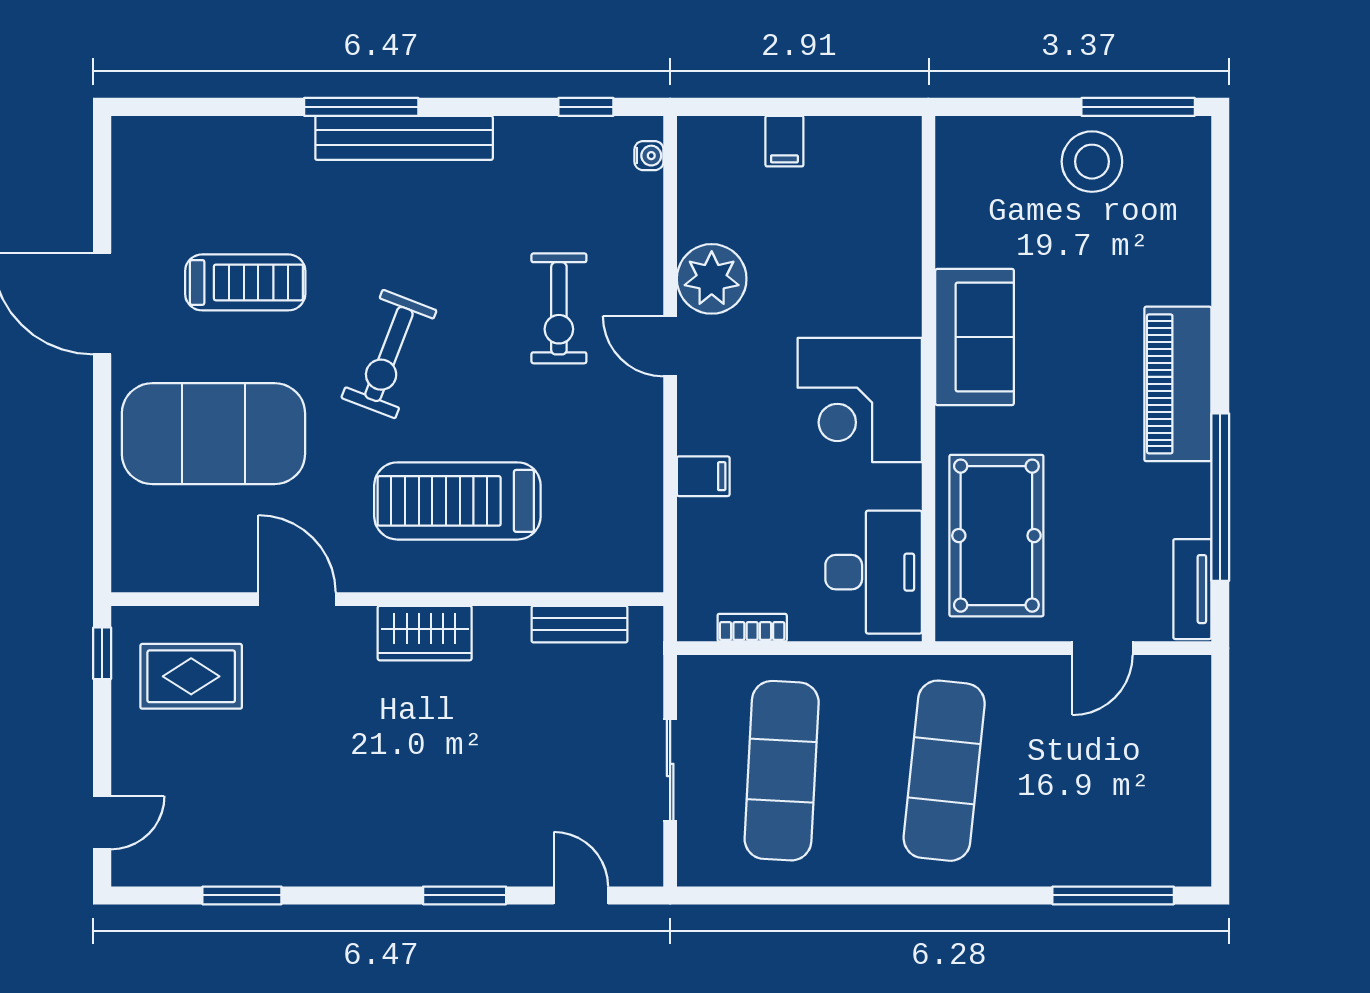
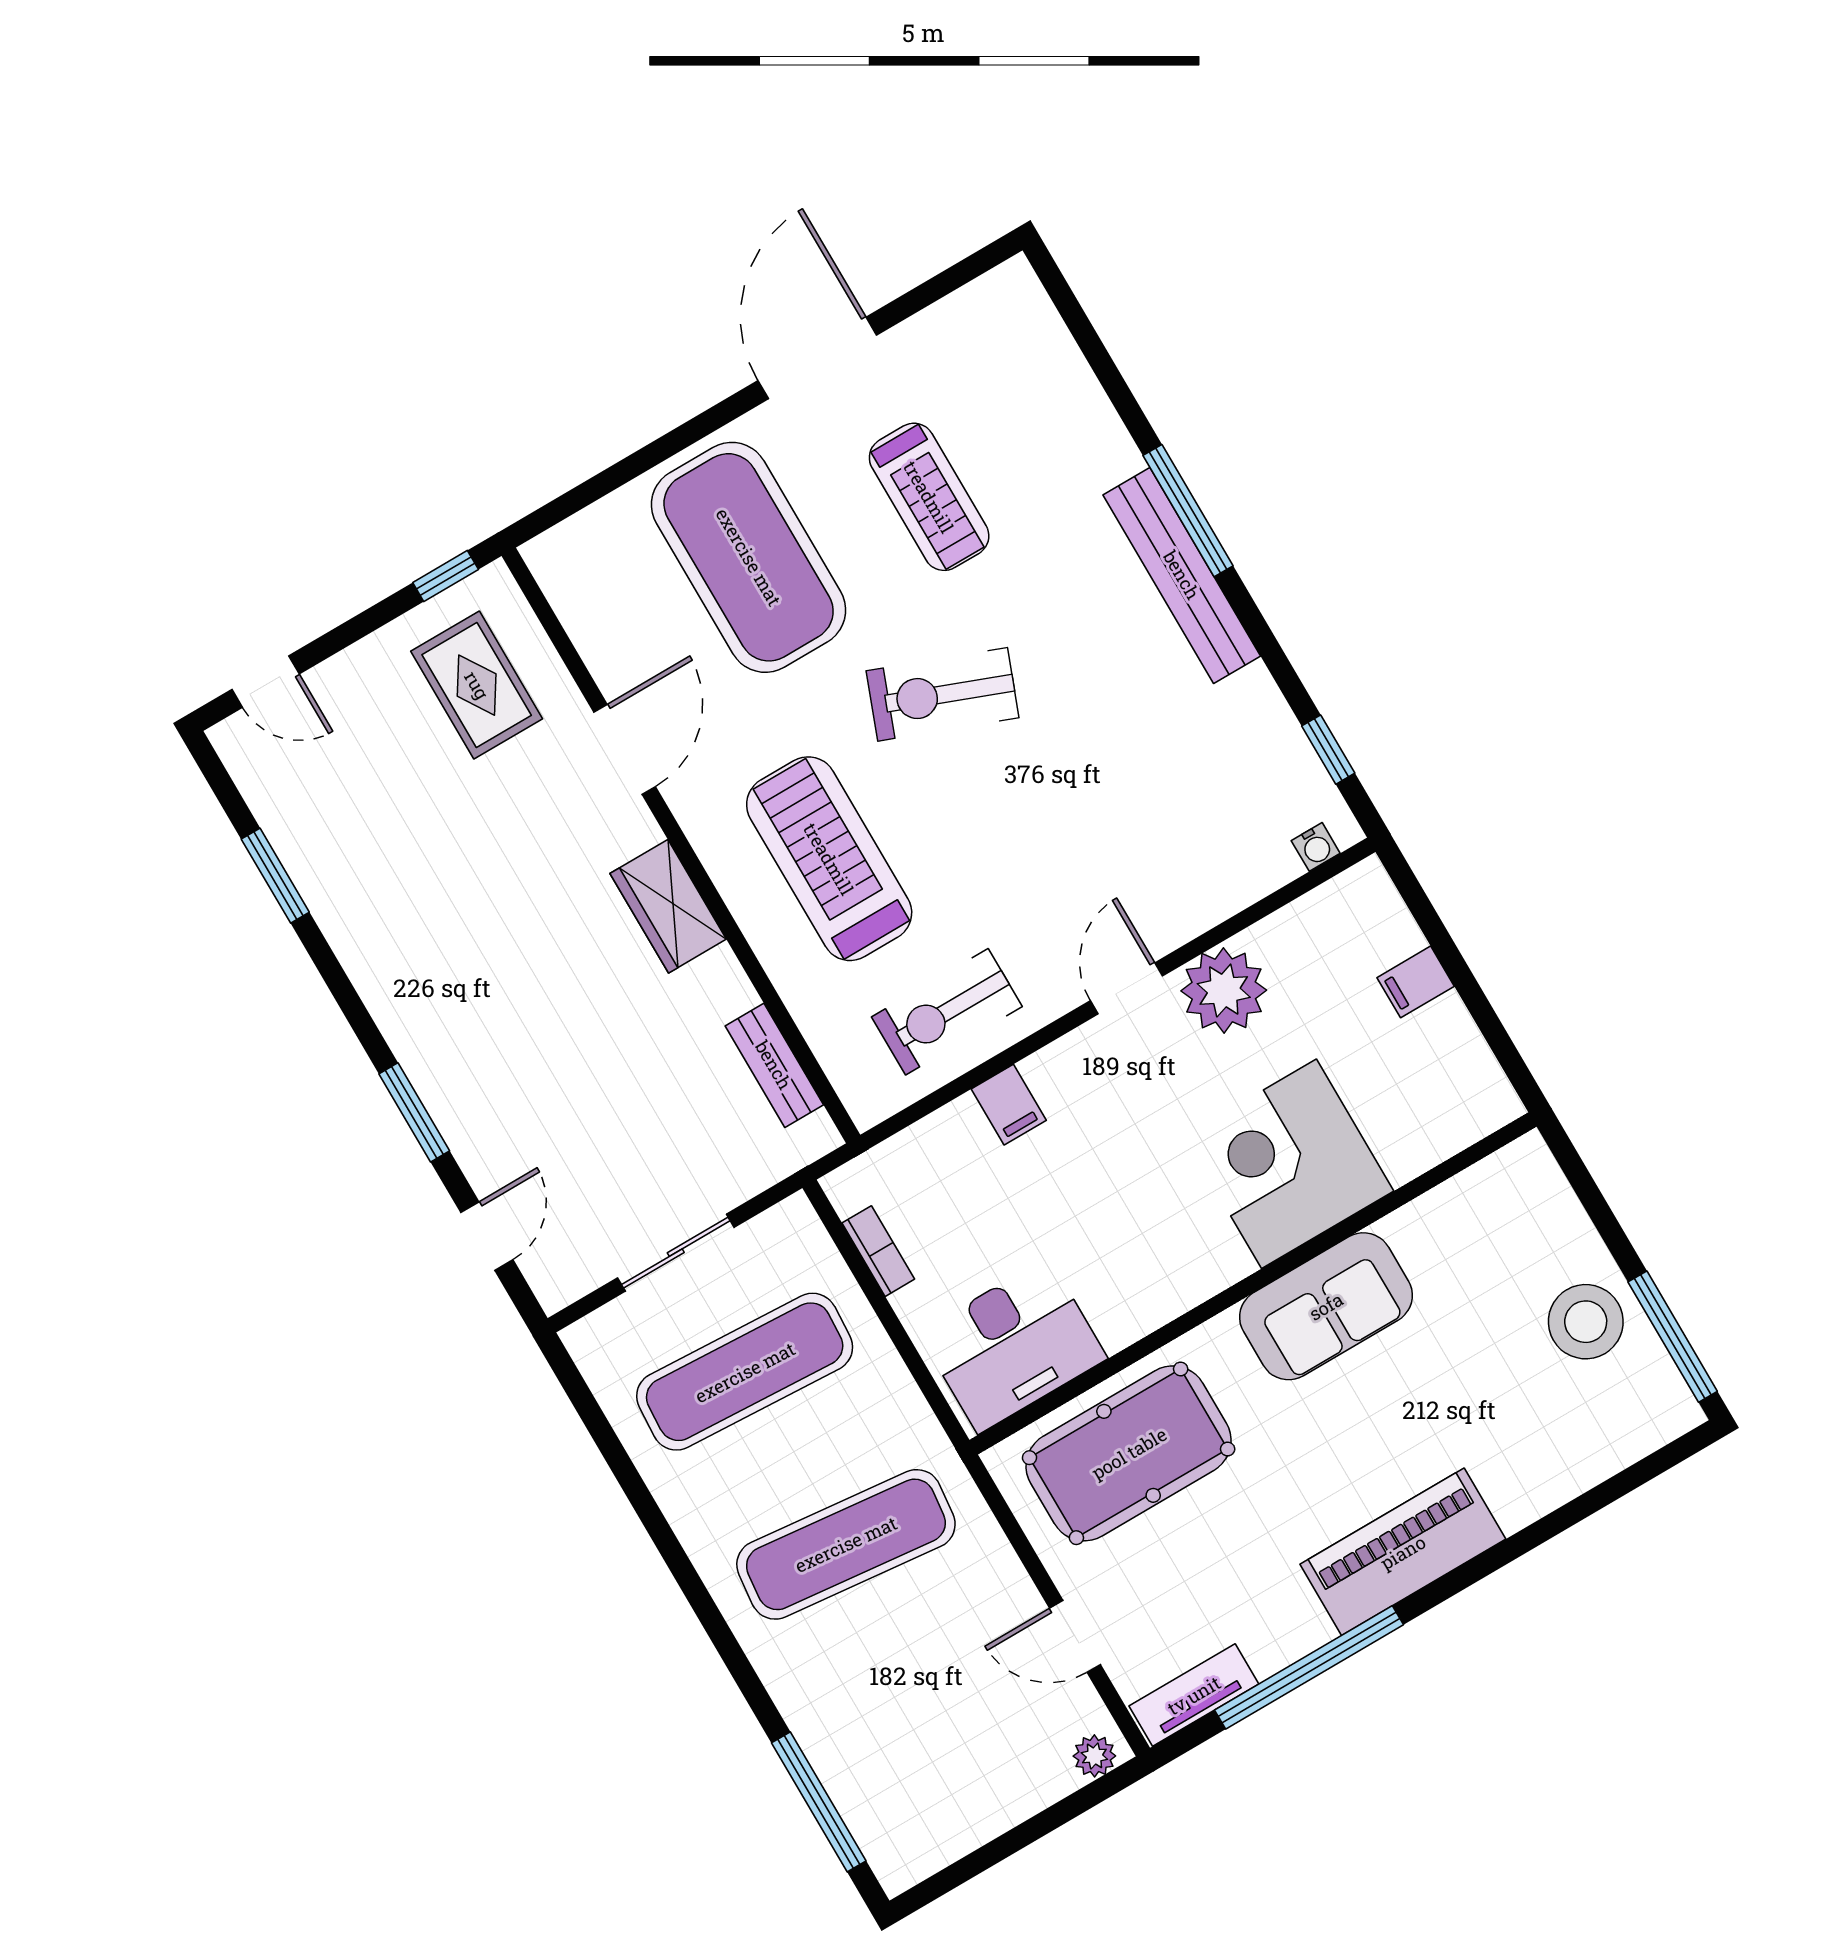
exercise bike: (559, 308) -> (947, 1012), moved
corner desk: (860, 400) -> (1289, 1164), moved
plant: (1194, 684) -> (1094, 1756), added

